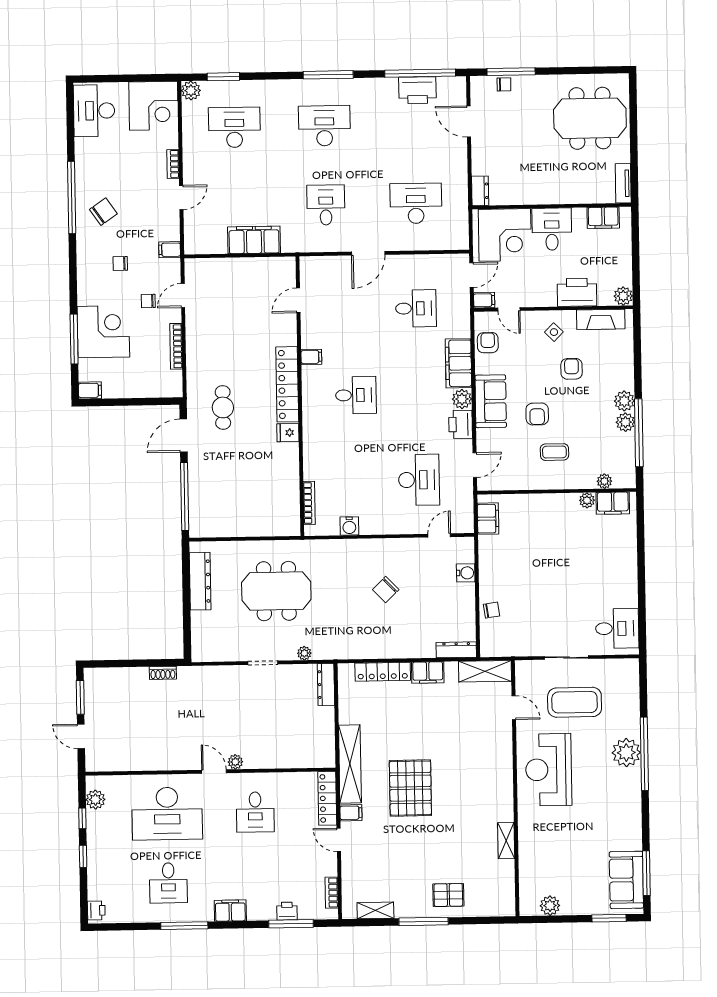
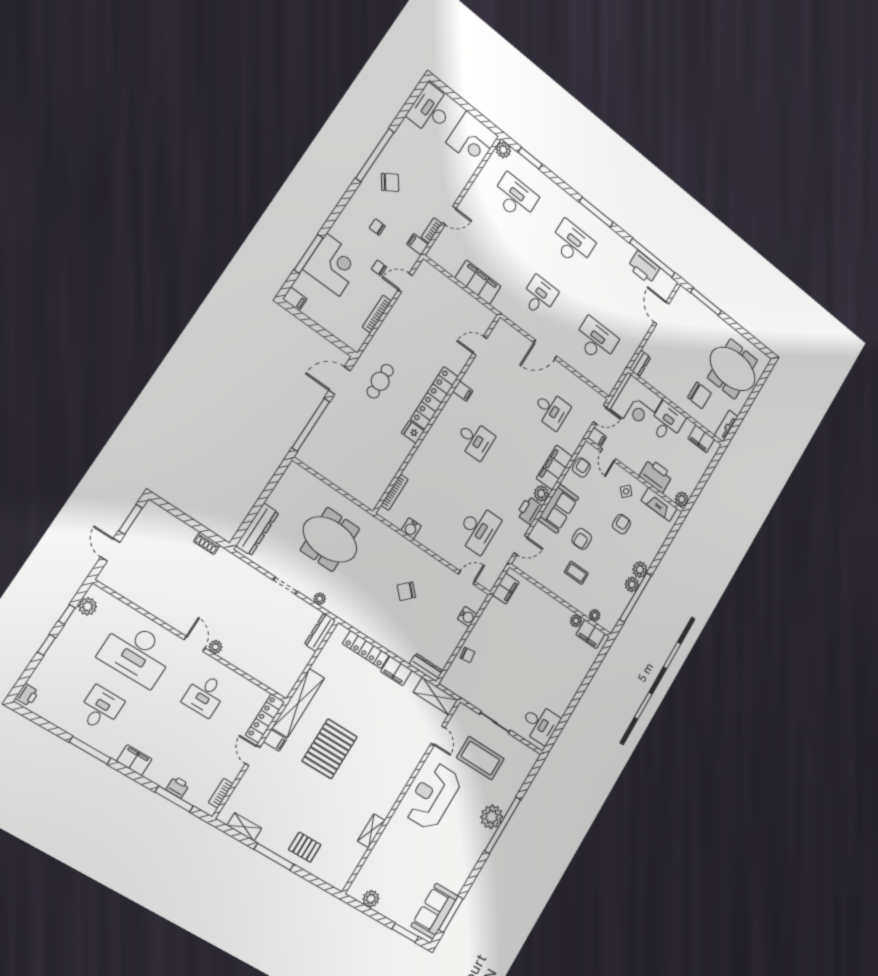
chair: (504, 84) -> (699, 395), moved, width x1.87, depth x1.87
bookcase: (173, 164) -> (432, 230), moved
dresser: (200, 581) -> (257, 529), moved
desk: (168, 883) -> (100, 708), turned 180

